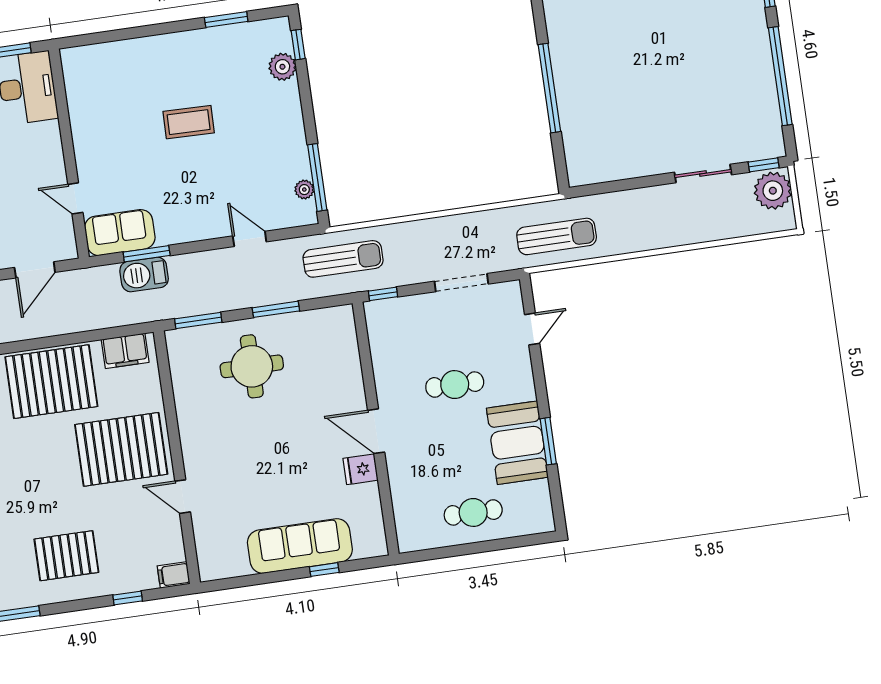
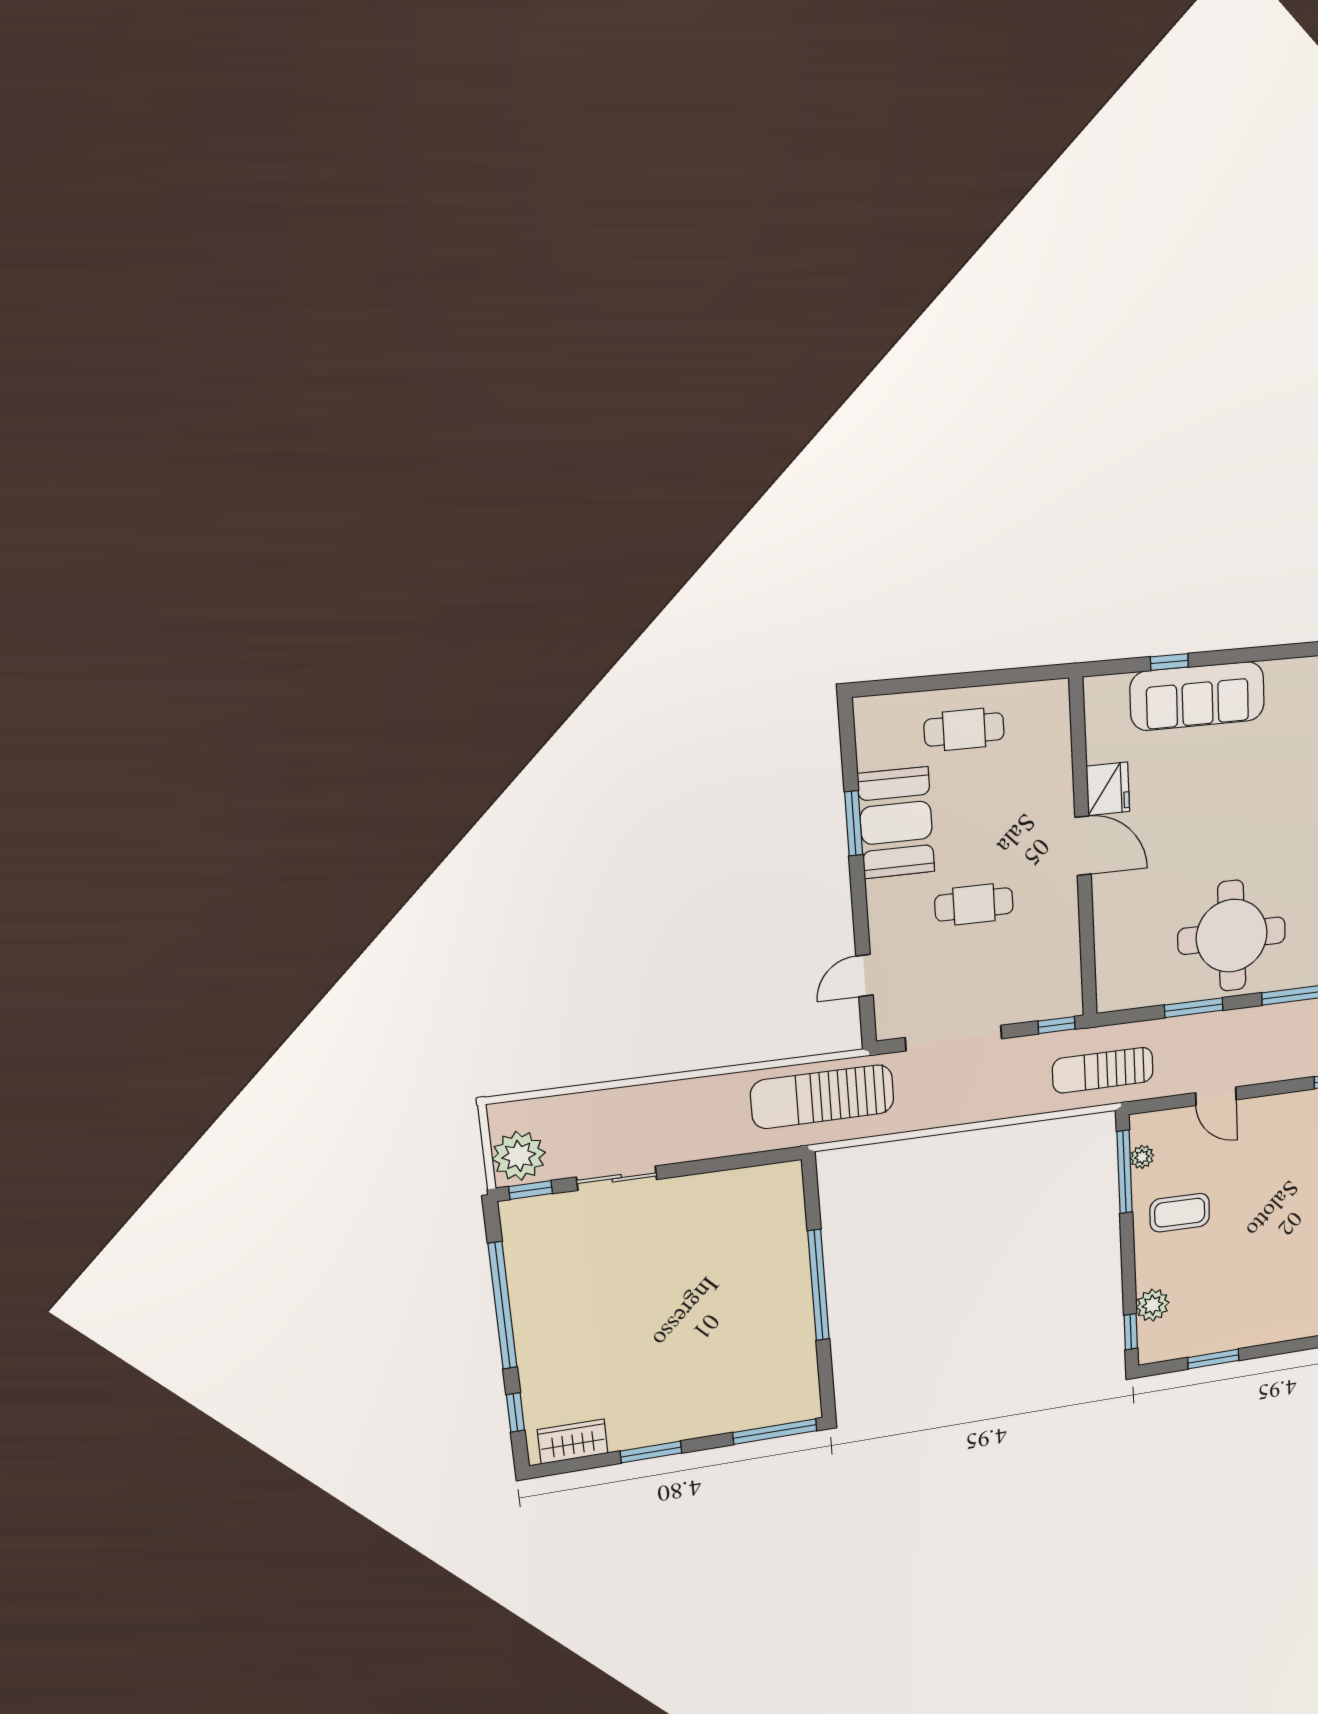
coffee table: (189, 122) -> (1180, 1213), moved
sun lounger: (557, 236) -> (823, 1097), width x1.36, depth x1.34
doorway: (461, 283) -> (954, 1038), width x1.36
round table: (252, 366) -> (1232, 936), width x1.36, depth x1.36
fridge: (361, 469) -> (1108, 789), width x1.38

